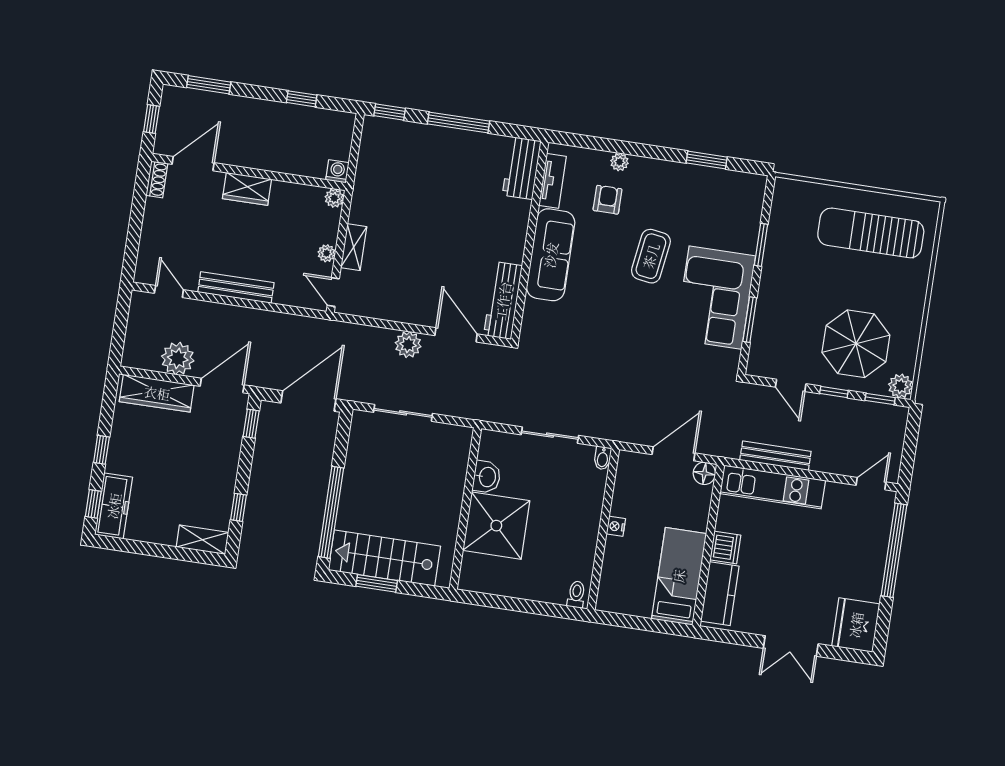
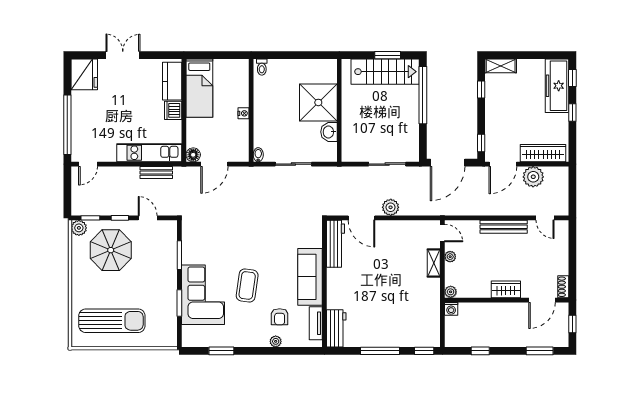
corner sofa: (715, 298) -> (203, 295), moved
bench: (775, 456) -> (156, 172), width x0.73
freezer: (114, 506) -> (557, 86), width x1.36, depth x1.26

